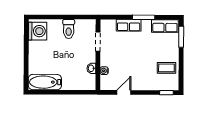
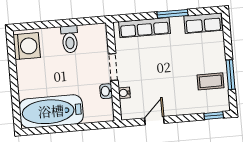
row of seats: (129, 25) -> (144, 28), width x1.48
window: (181, 37) -> (230, 75), moved
doorway: (98, 41) -> (113, 67), moved
bathtub: (45, 82) -> (51, 111), width x1.36, depth x1.36

